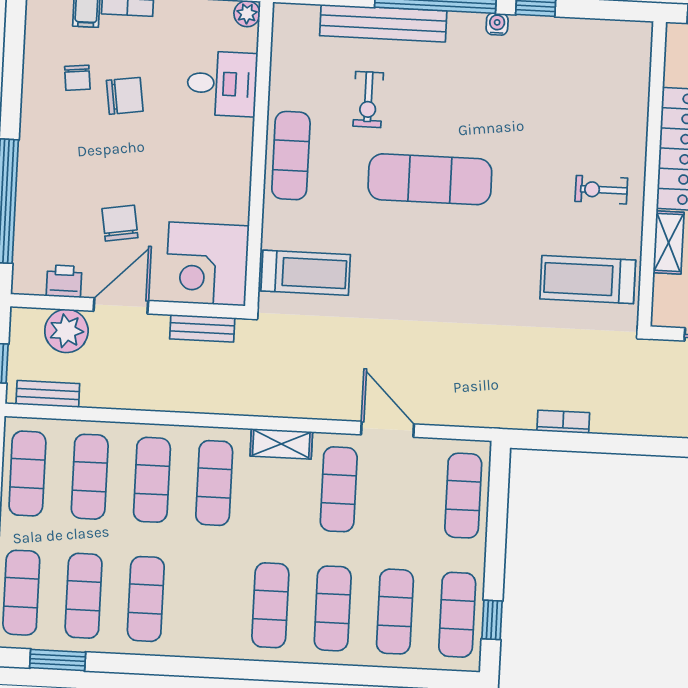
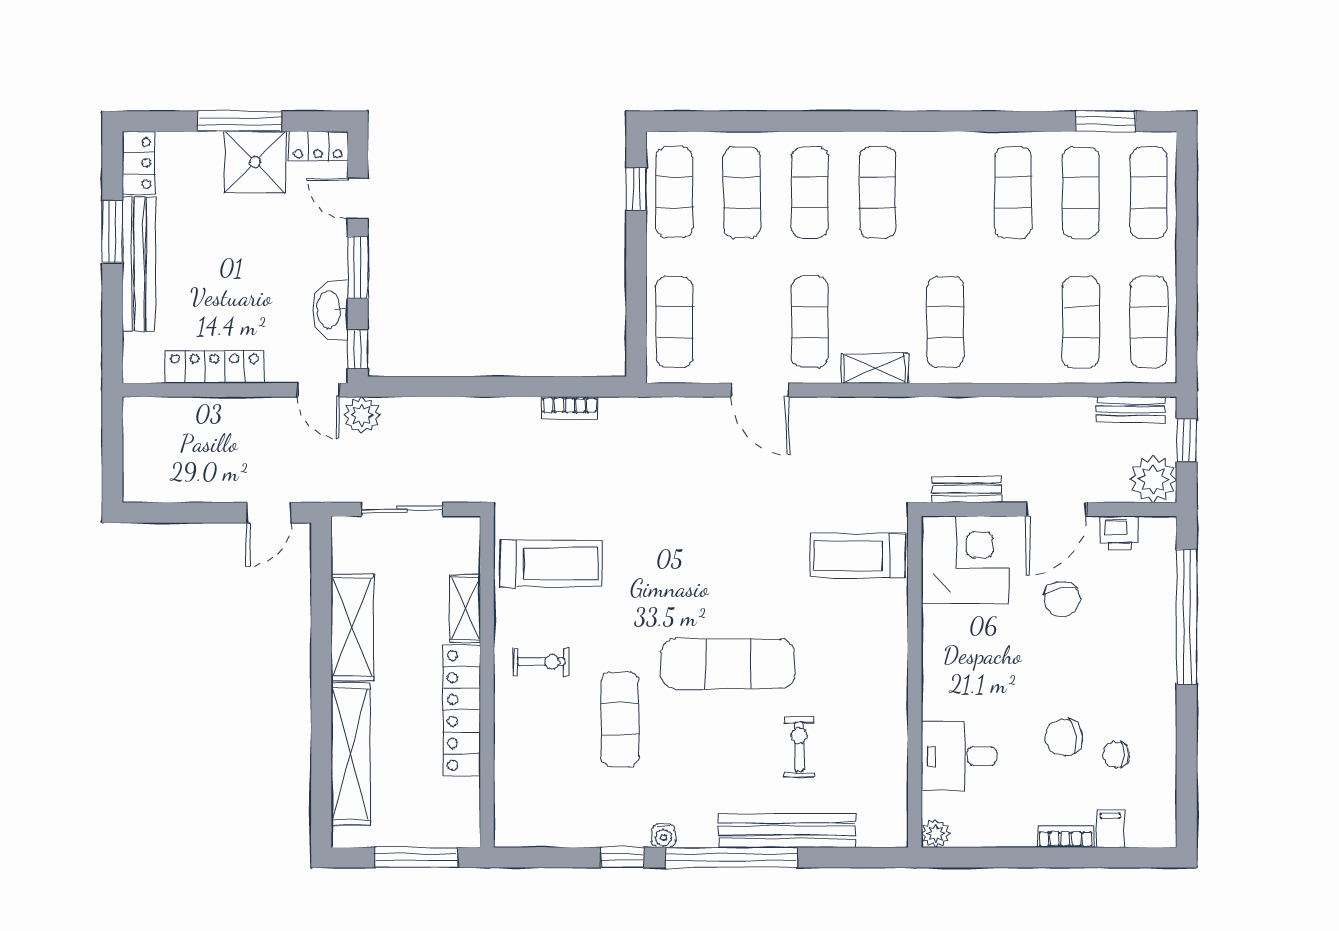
chair: (77, 78) -> (1116, 754), turned -84
exercise mat: (291, 156) -> (620, 719), moved
plant: (66, 331) -> (1153, 479), moved
exercise mat: (152, 480) -> (1013, 322), removed

